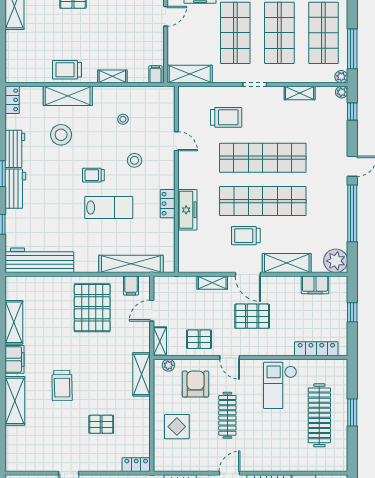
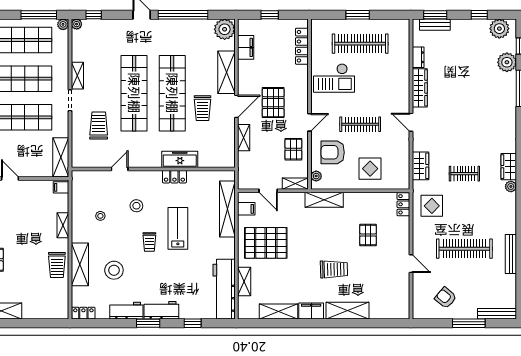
shelving: (300, 93) -> (77, 76), moved
shelving: (48, 283) -> (244, 281), added

